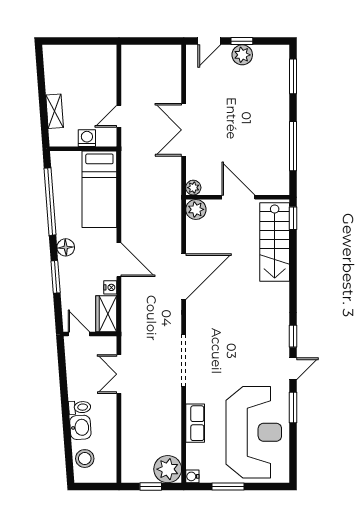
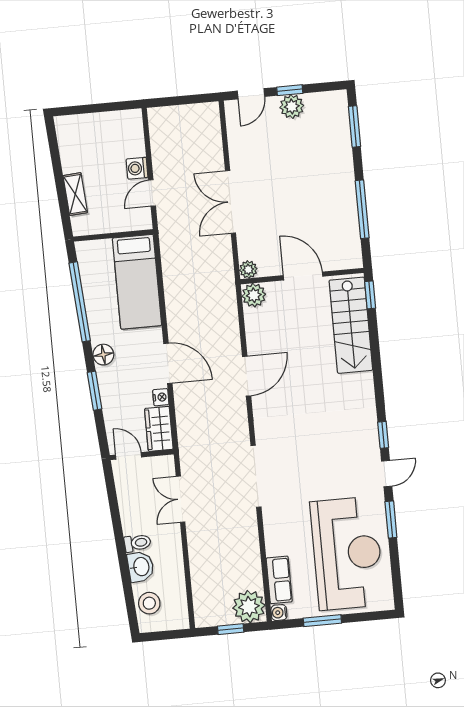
washing machine: (87, 138) -> (137, 168), moved, turned -90
door: (184, 277) -> (247, 376), width x0.73
row of seats: (195, 423) -> (279, 580), moved

